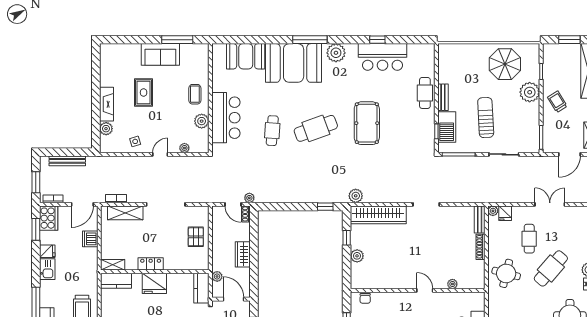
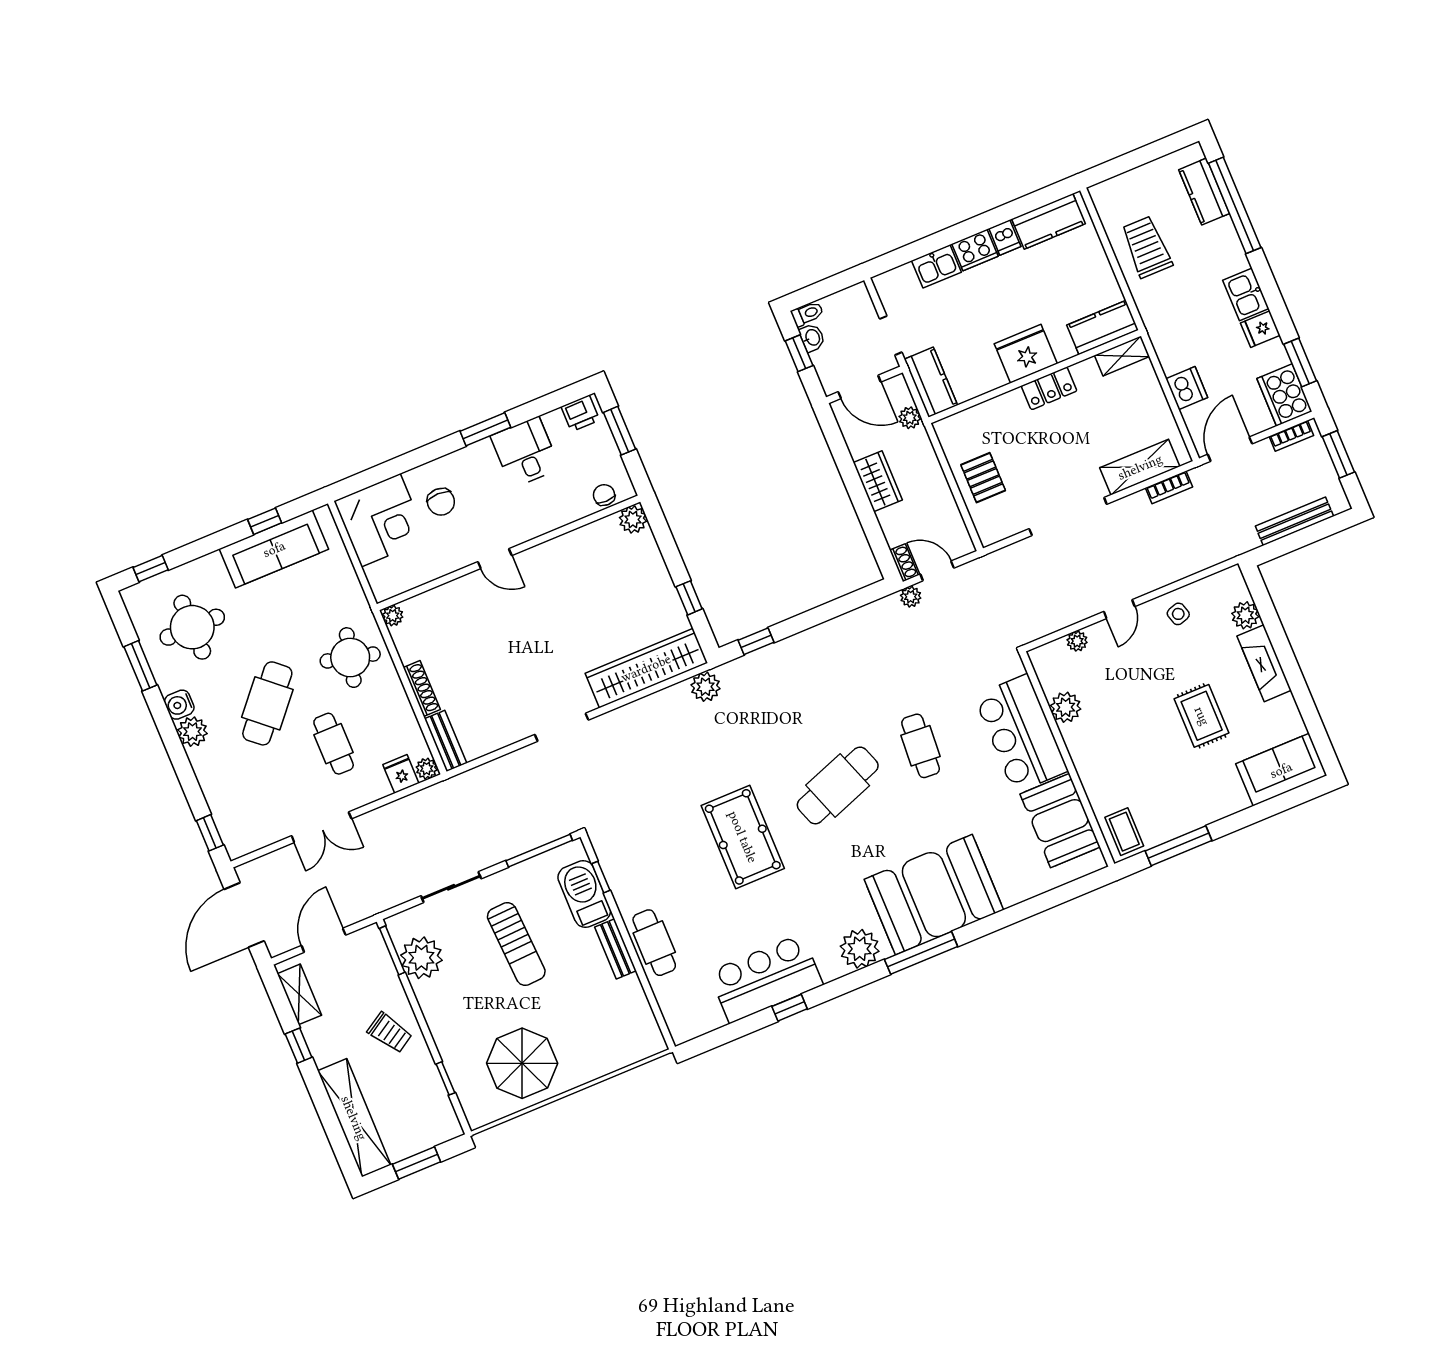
sofa: (160, 54) -> (1281, 770), moved
booth: (246, 56) -> (1060, 821), moved, turned 90
plant: (530, 92) -> (421, 958), moved
coffee table: (195, 94) -> (1124, 832), moved
plant: (357, 256) -> (633, 519), moved
plant: (452, 284) -> (393, 616), moved

